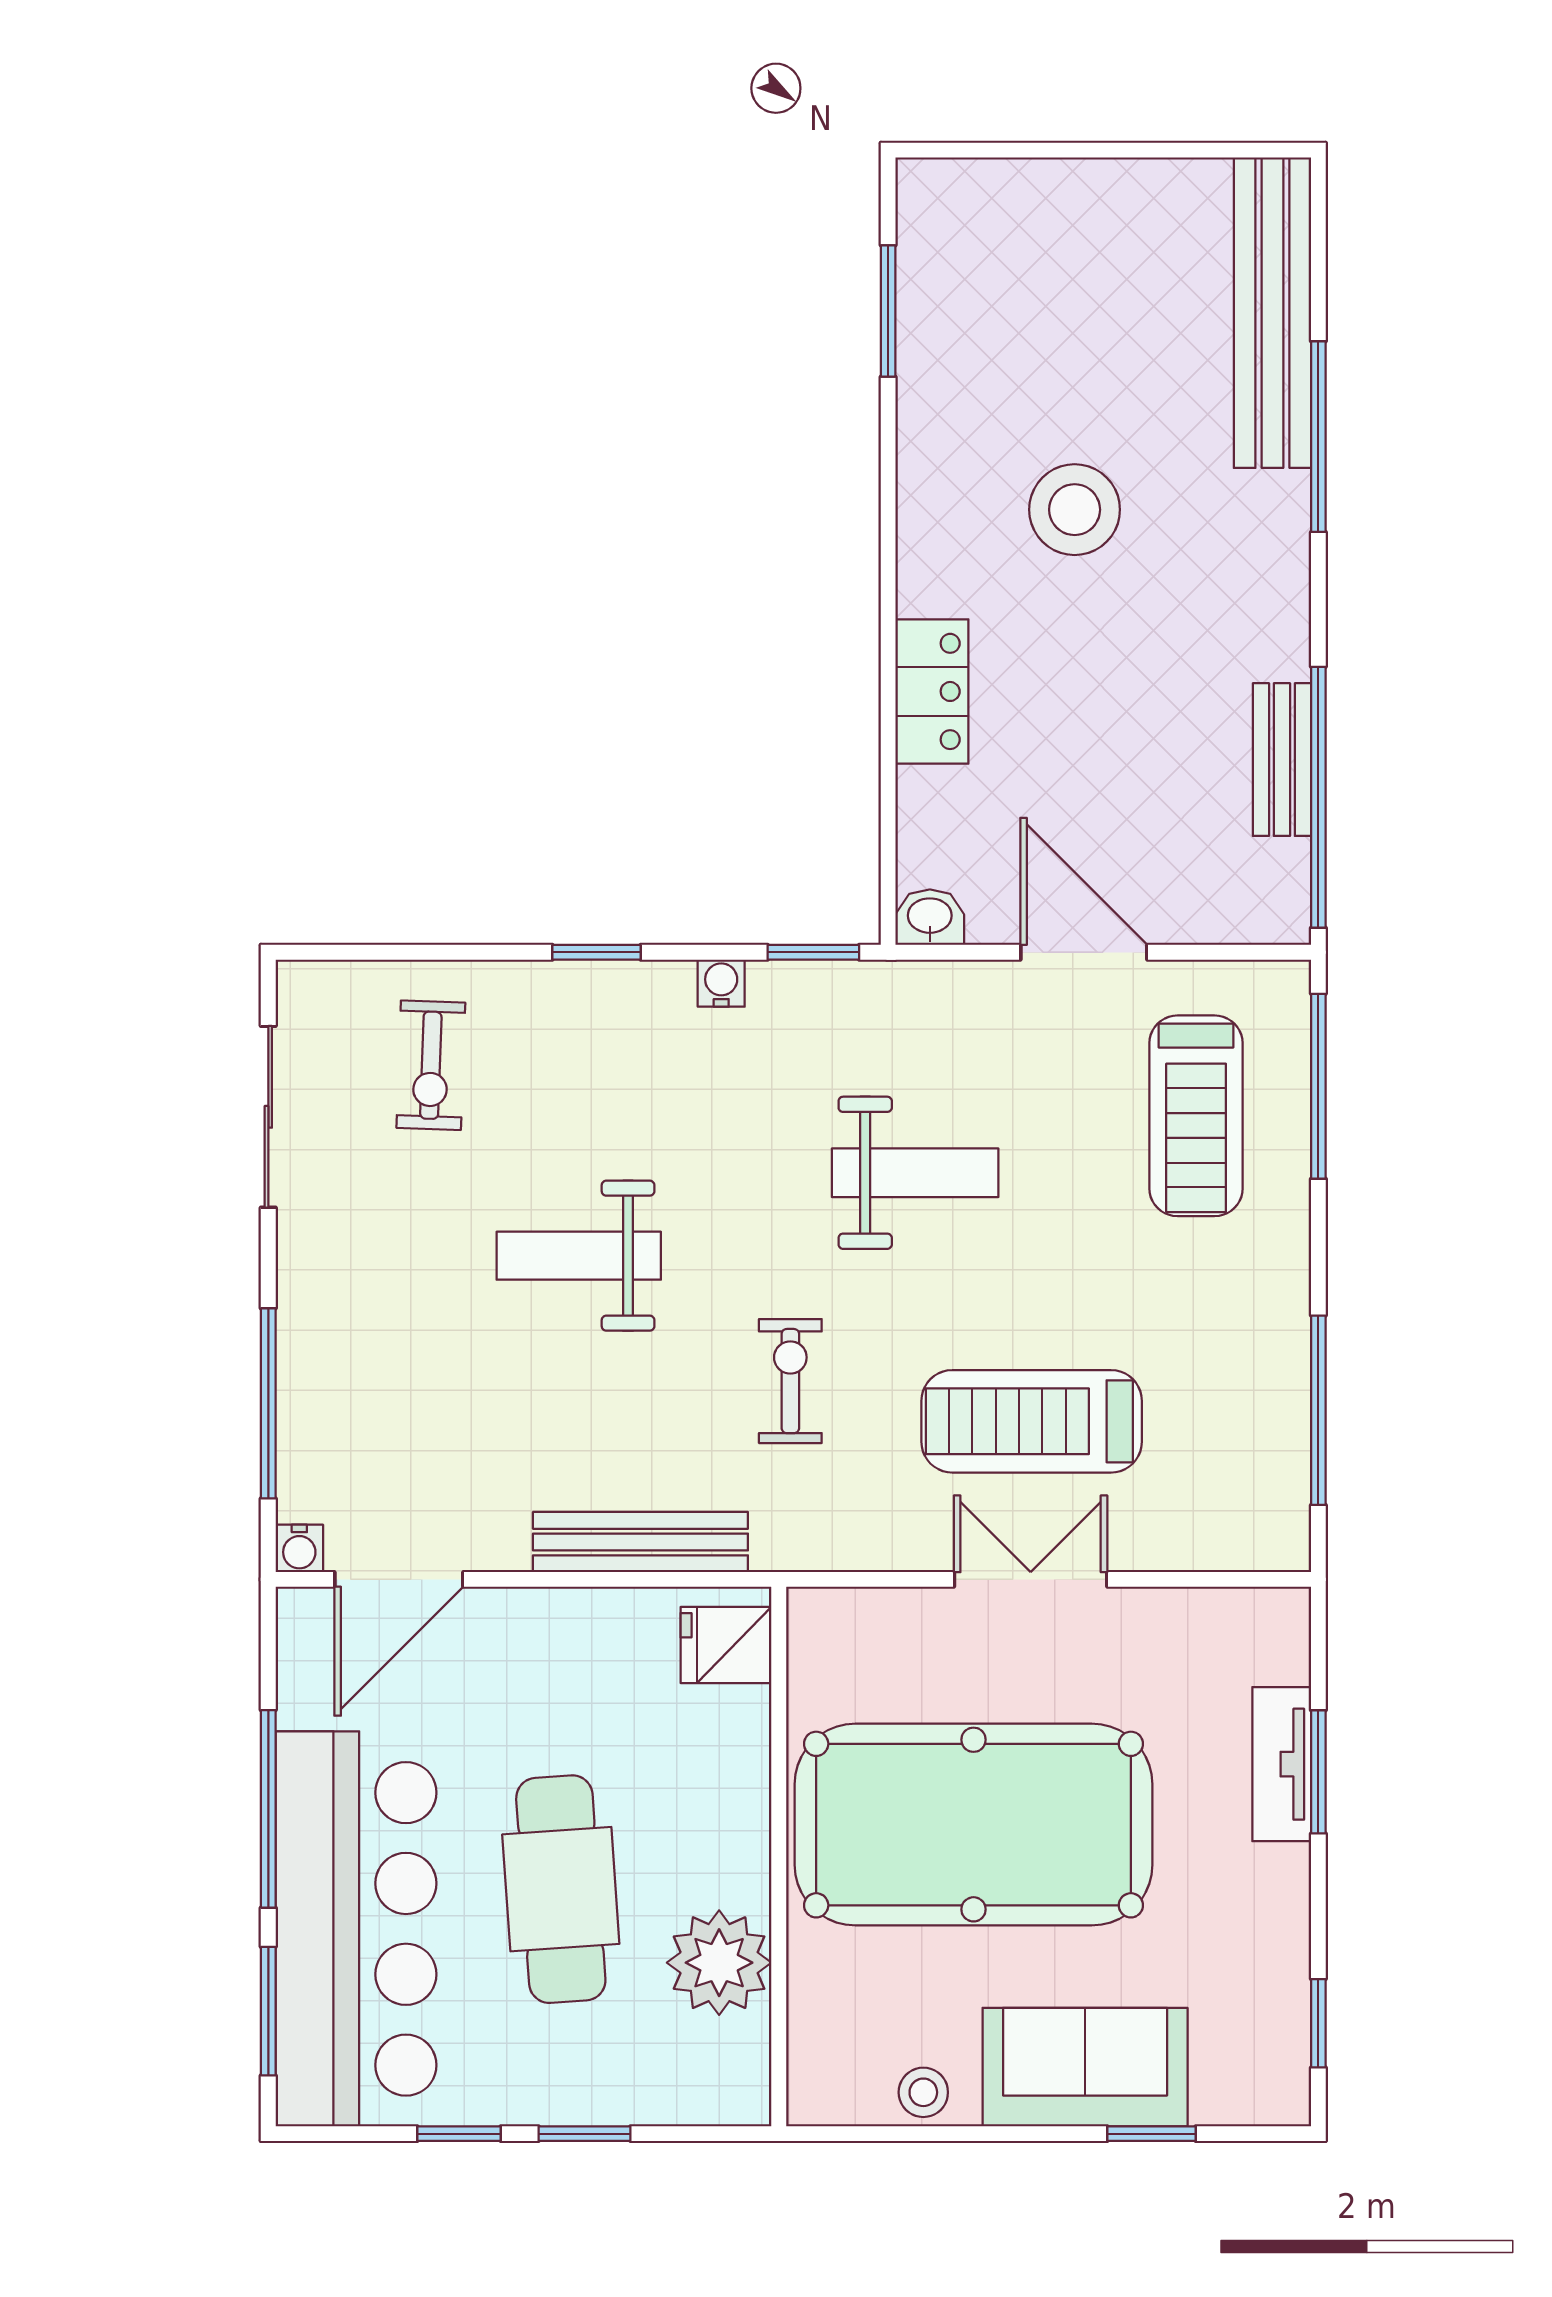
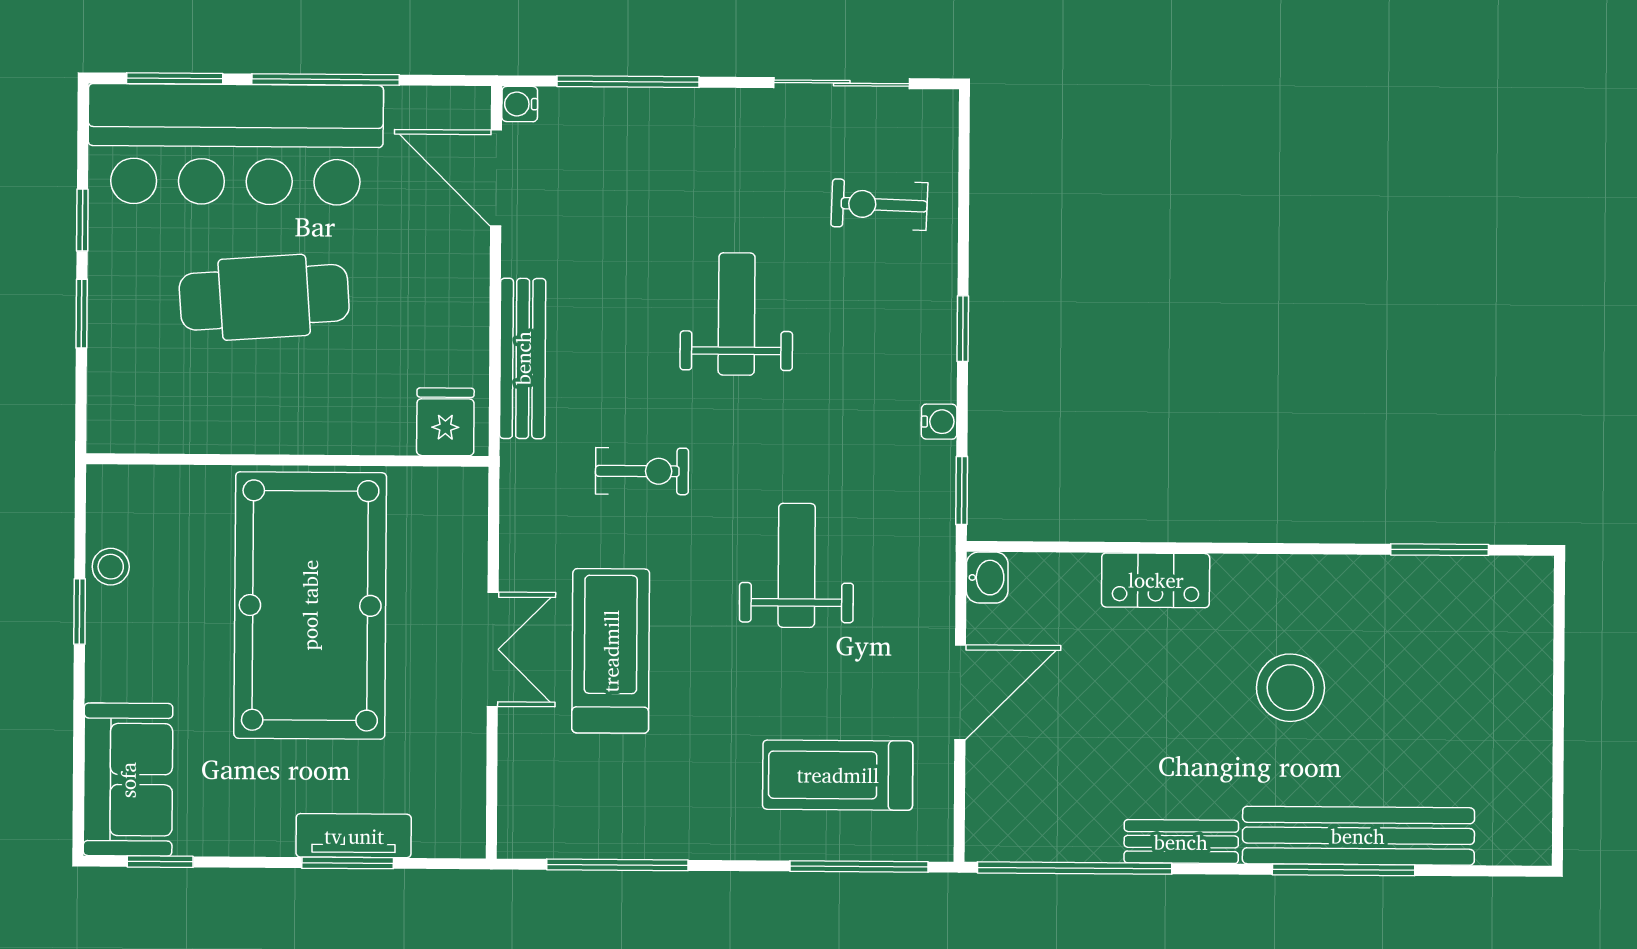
bench: (1272, 313) -> (1358, 836), moved
bench: (1282, 760) -> (1181, 842), moved
weight bench: (915, 1173) -> (797, 565), turned 180
plant: (719, 1963) -> (209, 415), removed
sofa: (1085, 2067) -> (128, 780), moved
window: (1152, 2134) -> (80, 611), moved

